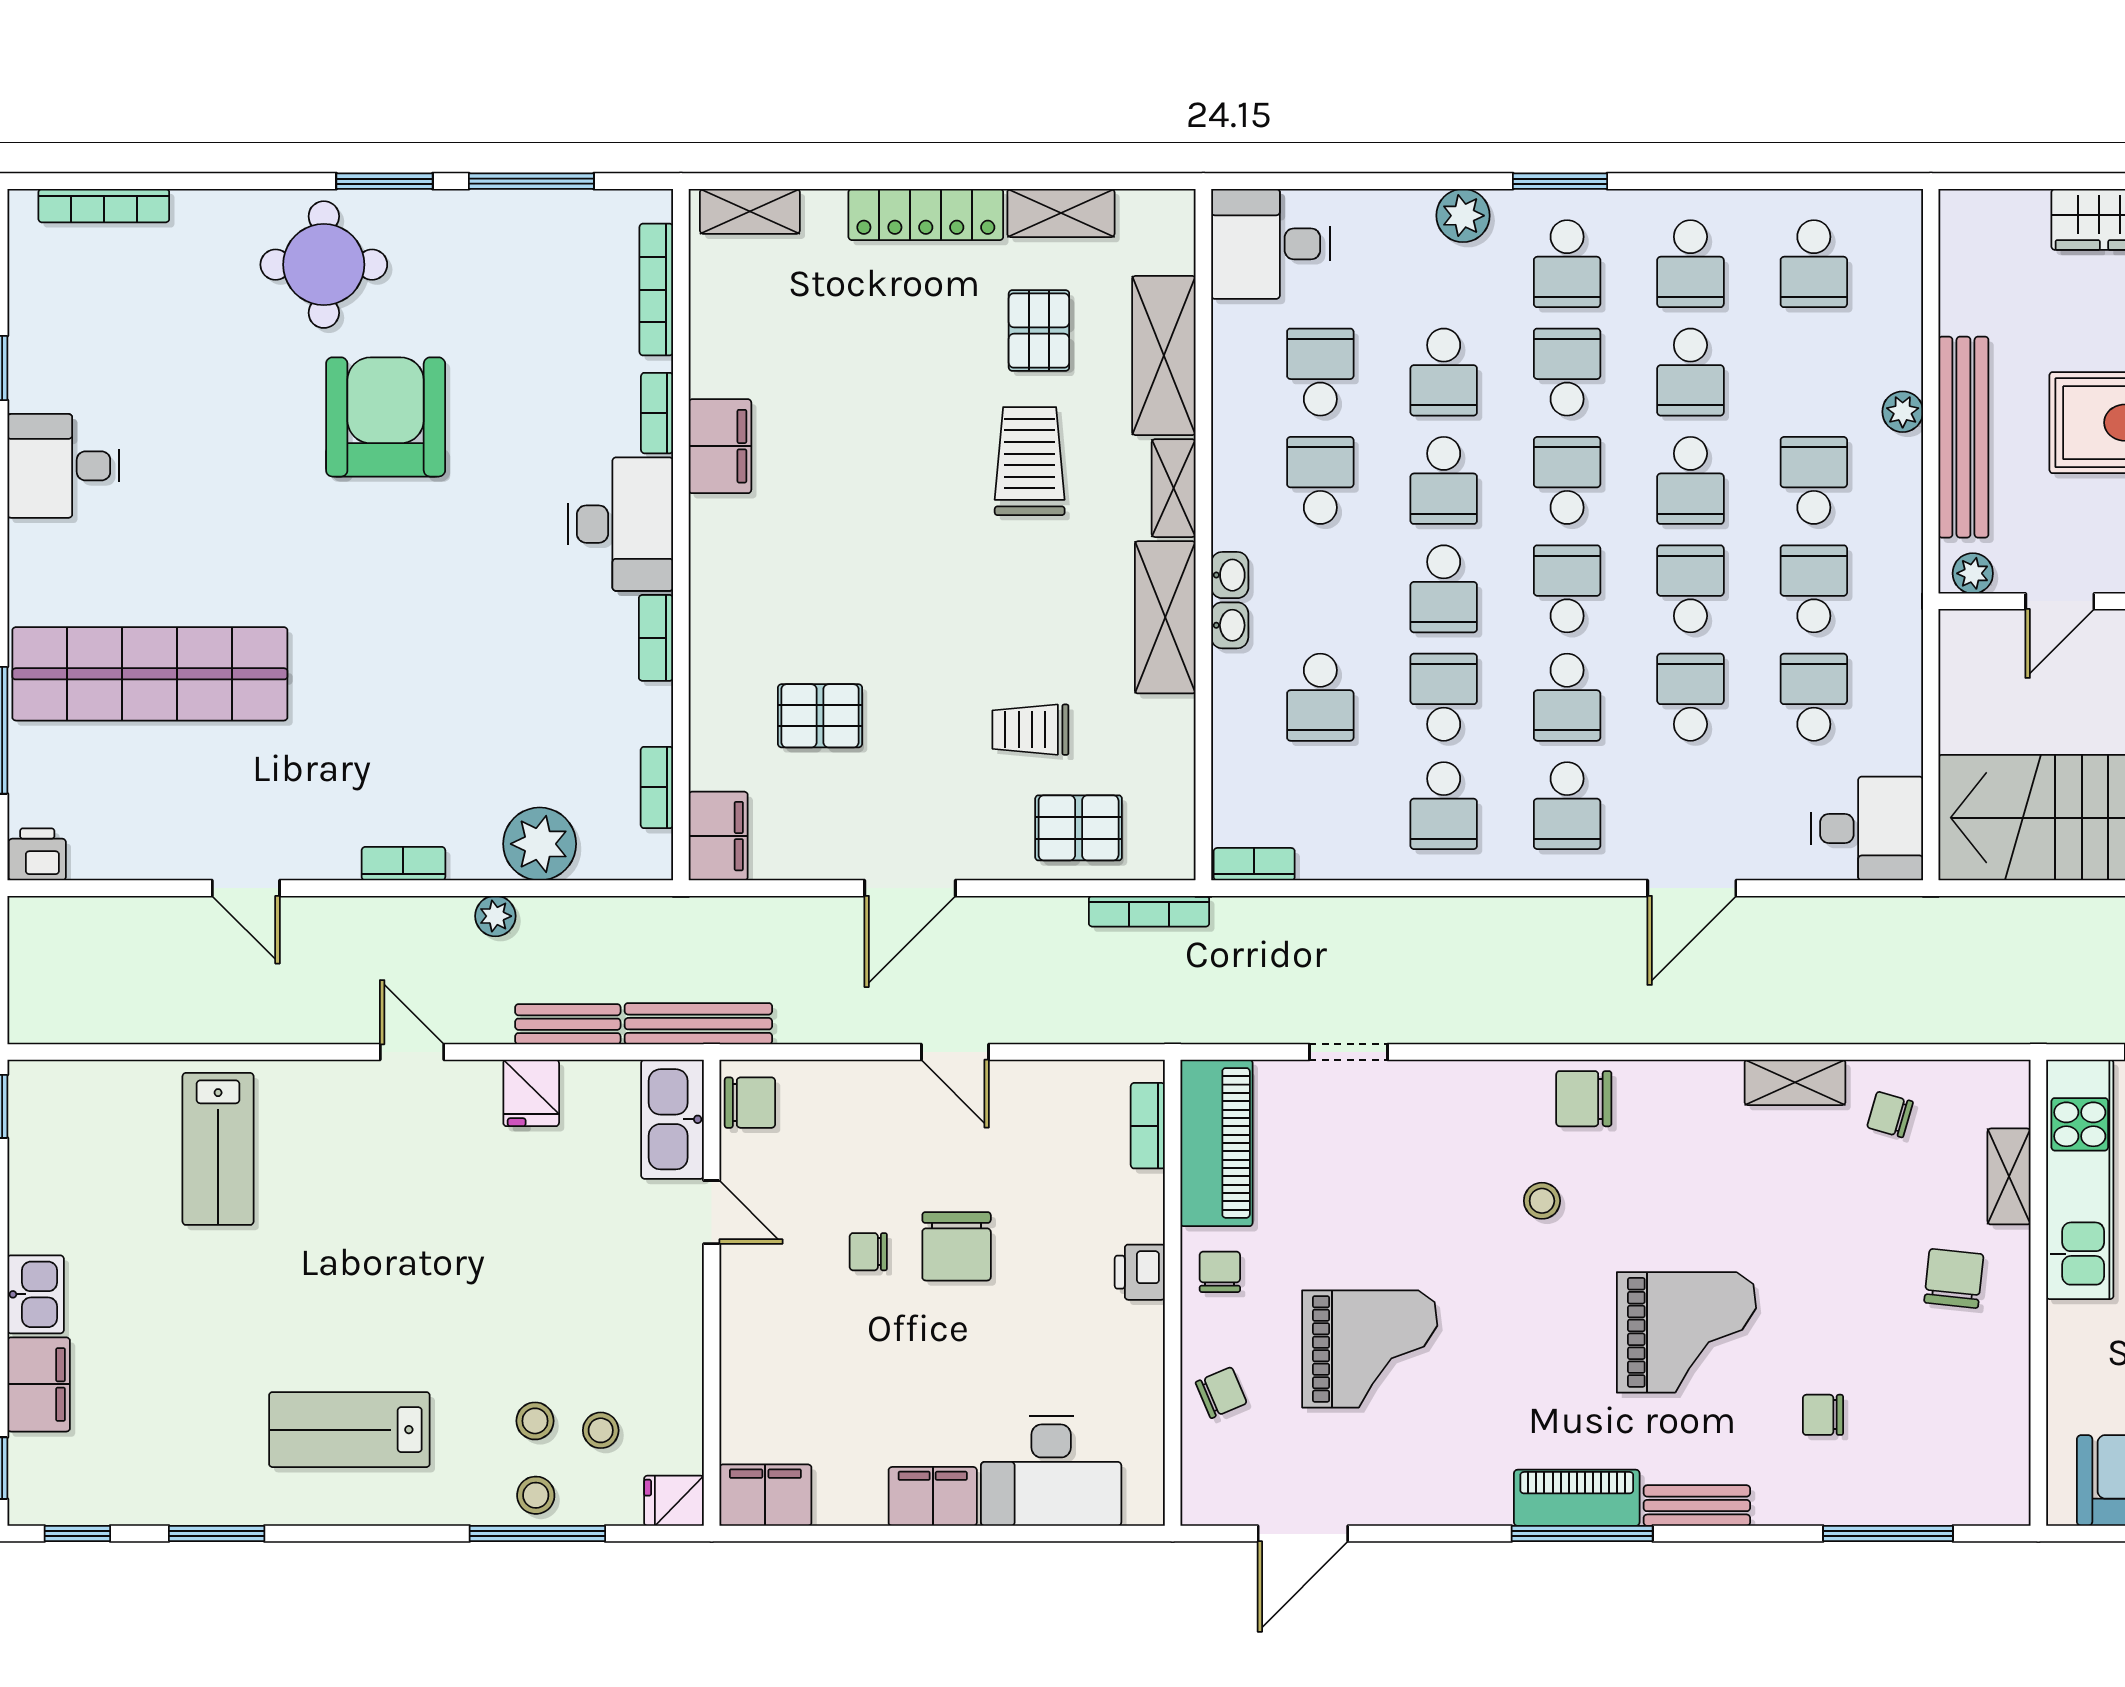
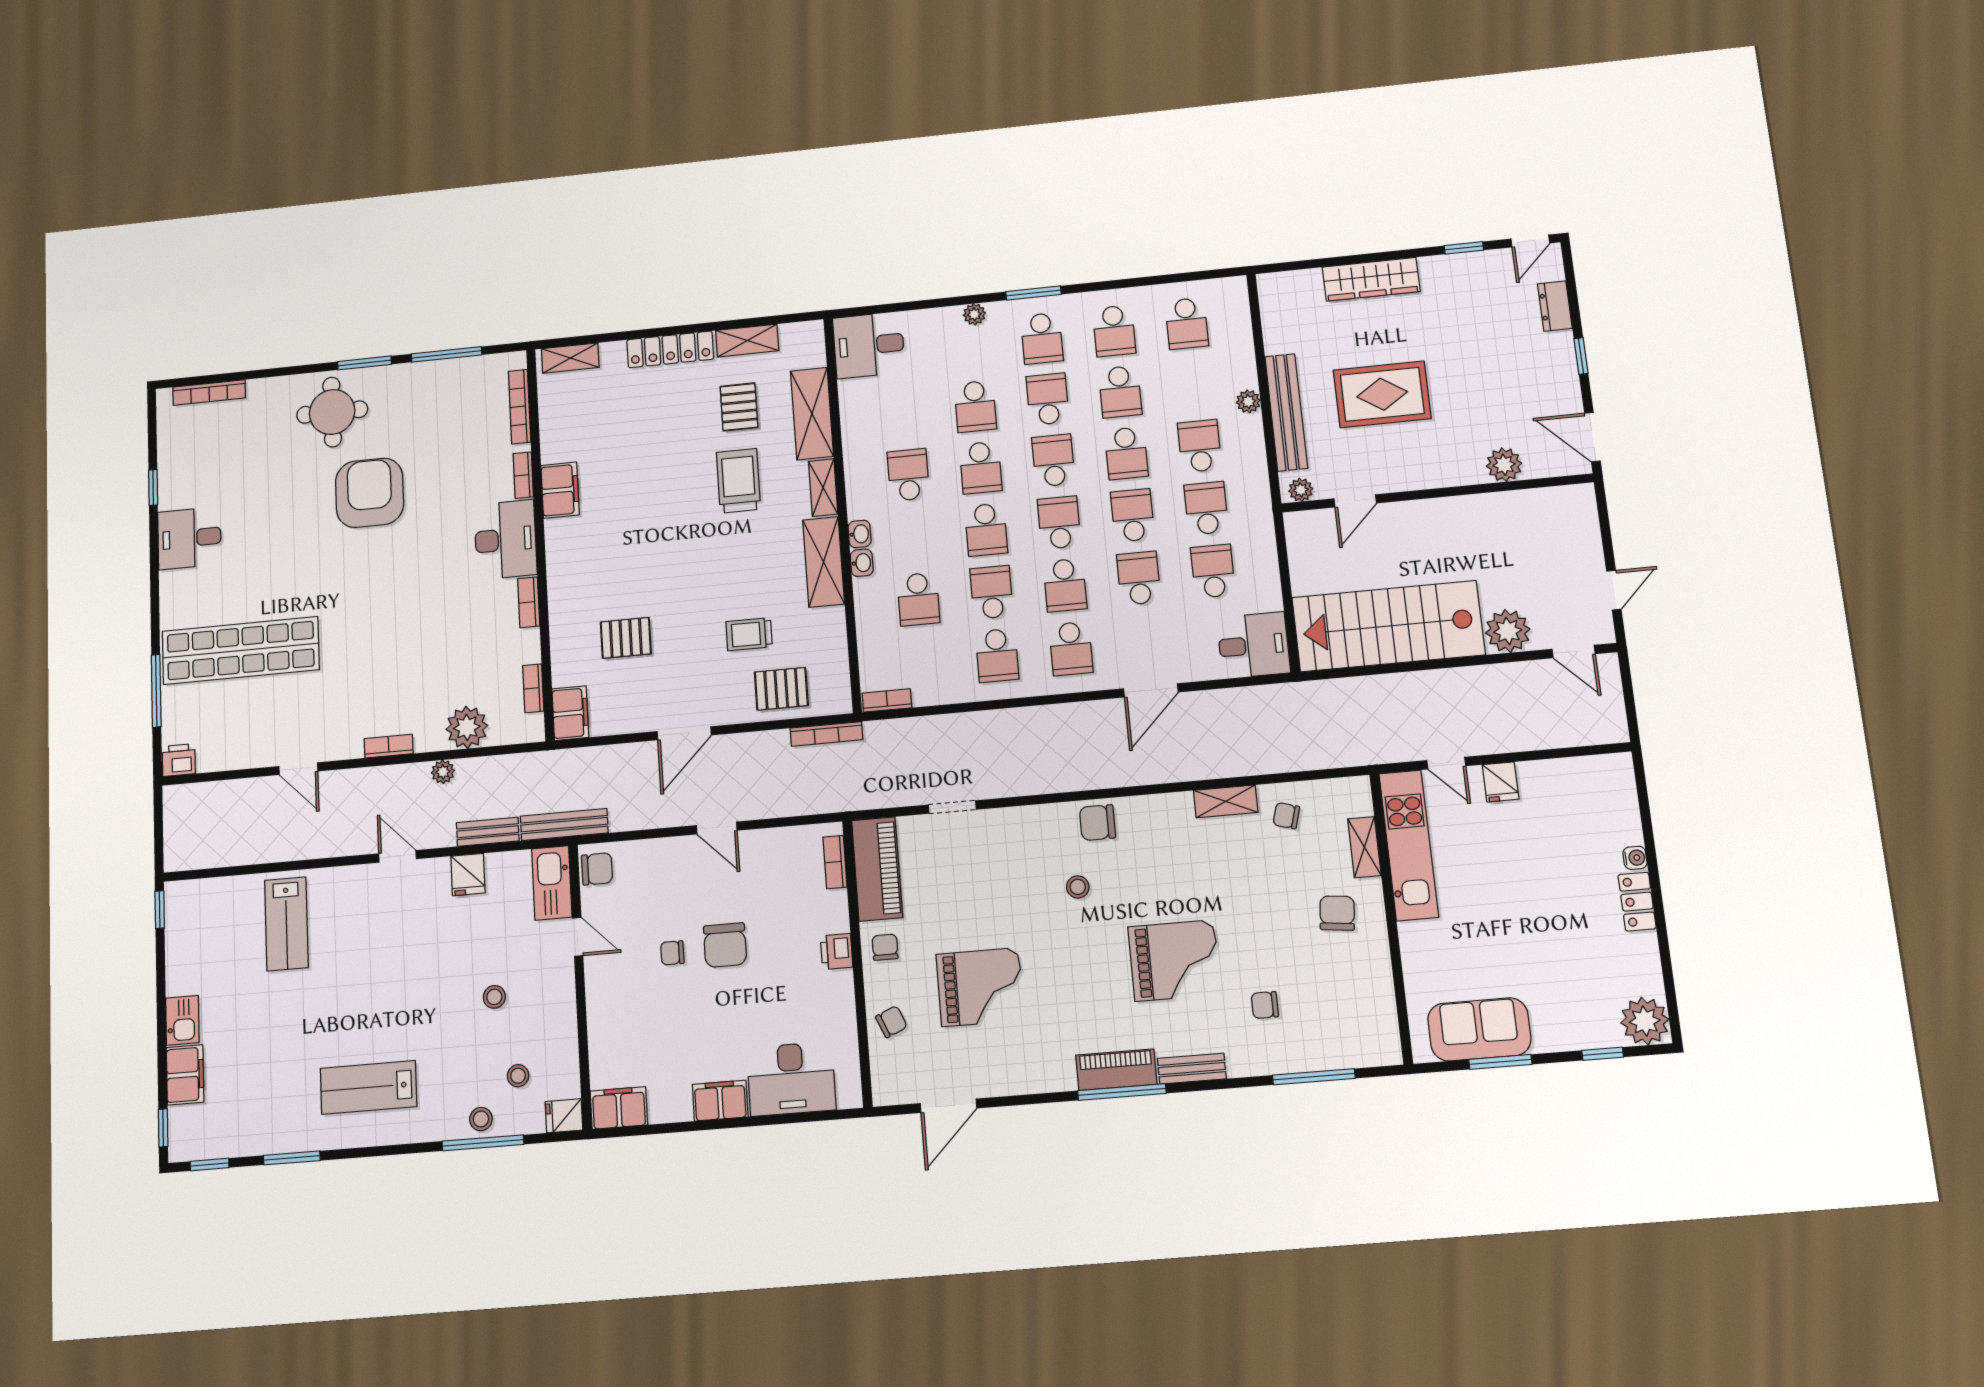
plant: (1463, 216) -> (974, 314), width x0.73, depth x0.73
school desk: (1320, 372) -> (903, 414), removed
stool: (535, 1421) -> (494, 997), moved

